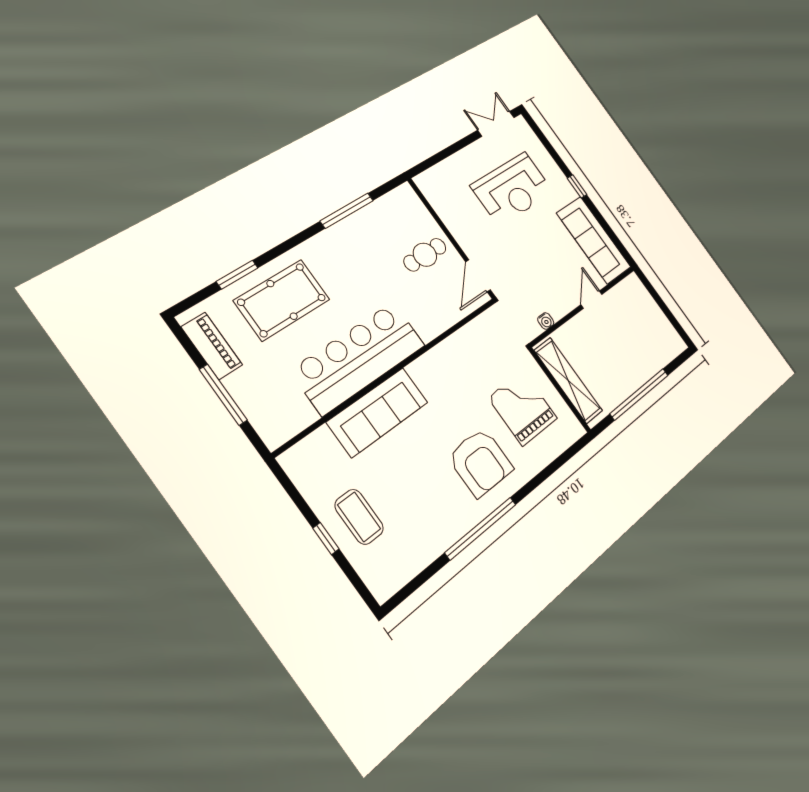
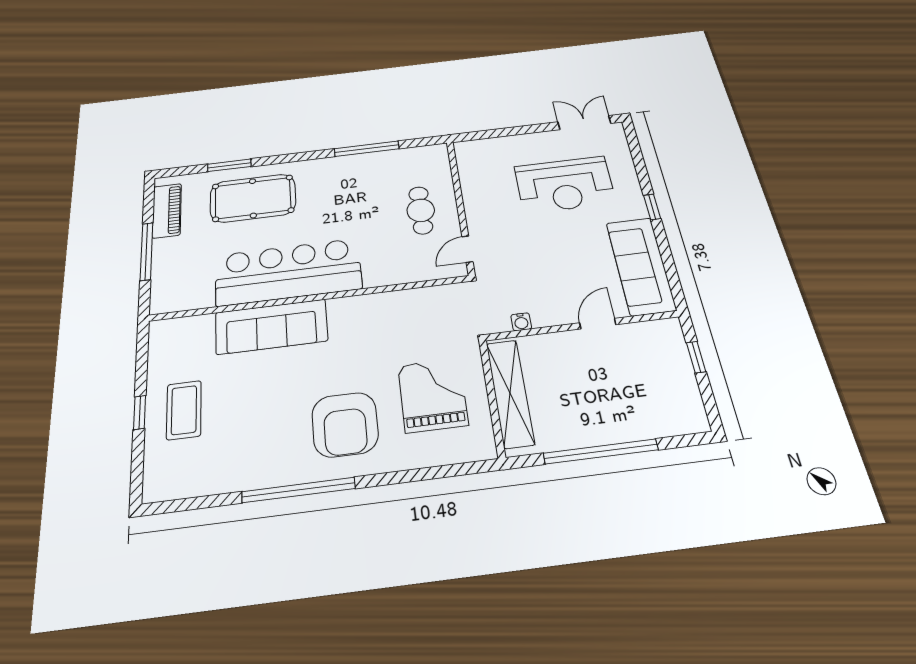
cafe table: (425, 255) -> (421, 210), turned 90
door: (478, 276) -> (467, 249), width x0.73
window: (657, 298) -> (696, 357), added

